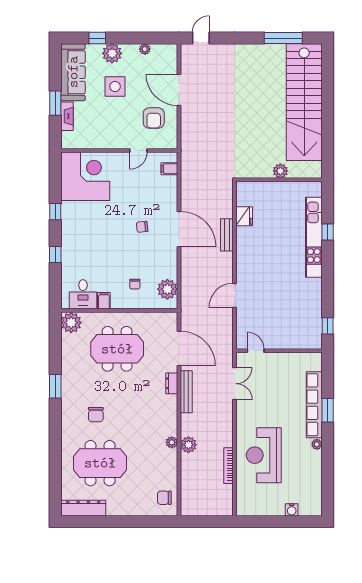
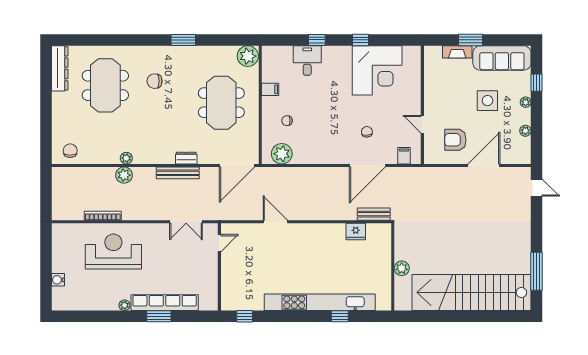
plant: (112, 53) -> (526, 102), width x0.53, depth x0.53
corner desk: (85, 176) -> (377, 70), moved
chair: (142, 227) -> (367, 132), moved
door: (179, 229) -> (367, 165), moved
bench: (227, 235) -> (374, 214), moved
kitchen unit: (314, 237) -> (320, 302), width x1.36
desk: (83, 294) -> (307, 61), moved, turned 90
door: (179, 348) -> (237, 165), moved

